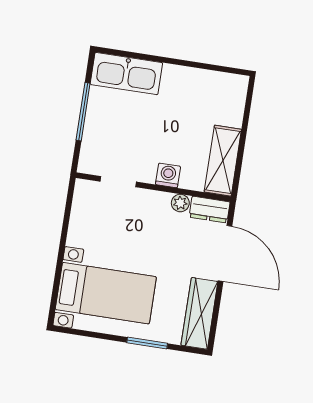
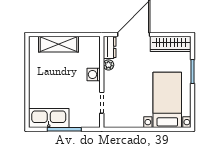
kitchen sink: (126, 74) -> (49, 118), moved, turned -90
shelving: (223, 161) -> (58, 44), moved

